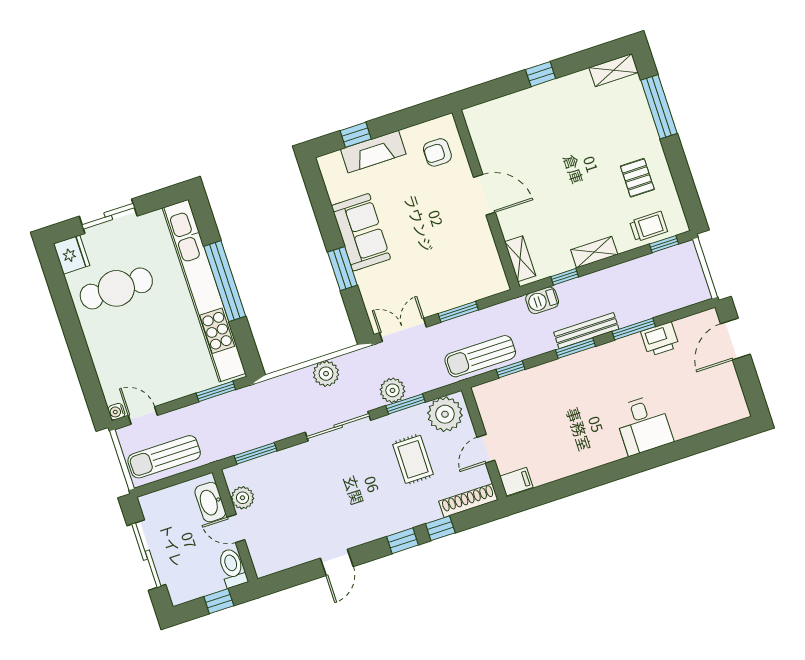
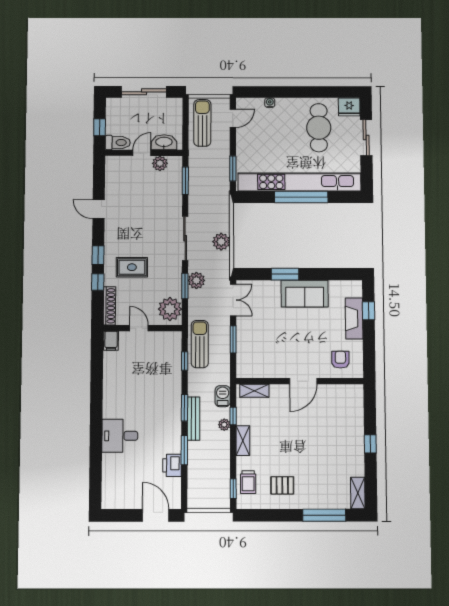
plant: (581, 285) -> (224, 425), added
water cooler: (116, 412) -> (270, 103), moved
rug: (413, 459) -> (132, 267), moved

